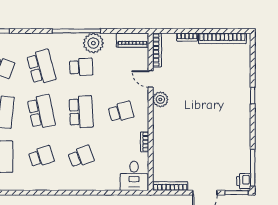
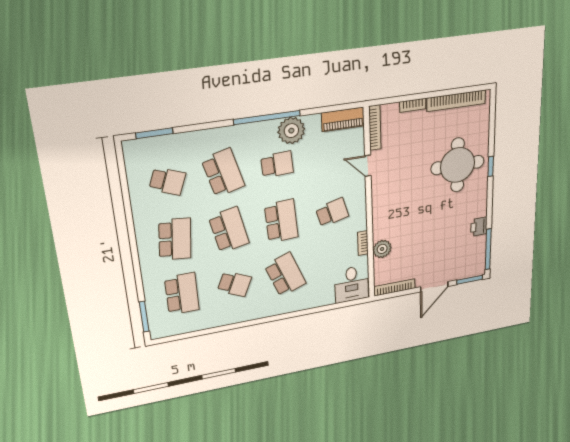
round table: (224, 90) -> (458, 165), added
plant: (160, 99) -> (382, 249), moved
school desk: (41, 157) -> (234, 284), turned 42
school desk: (81, 157) -> (285, 275), width x1.85
printer: (244, 181) -> (479, 227), moved

